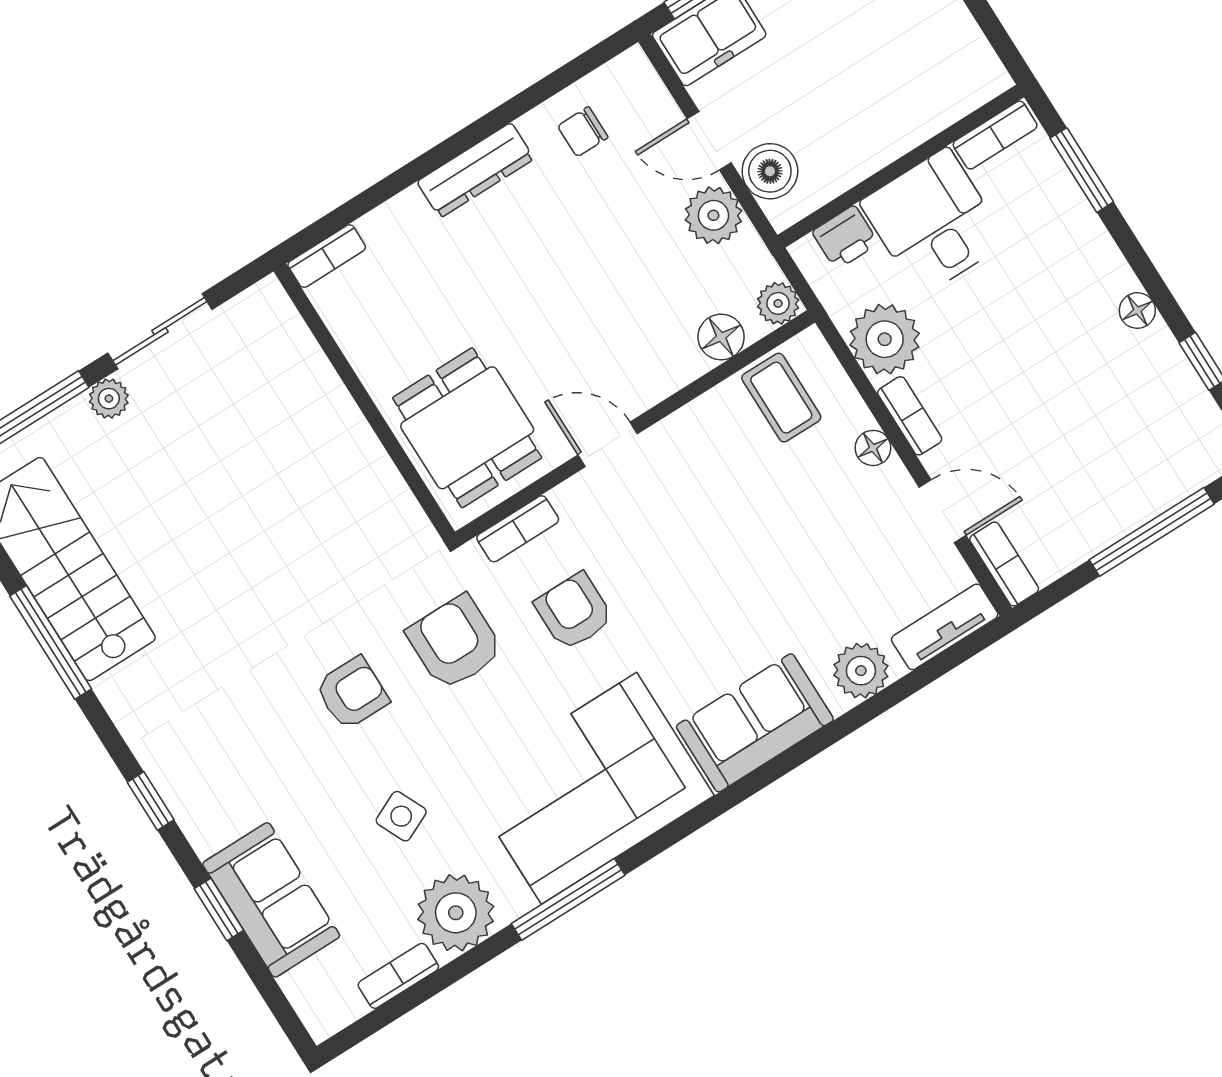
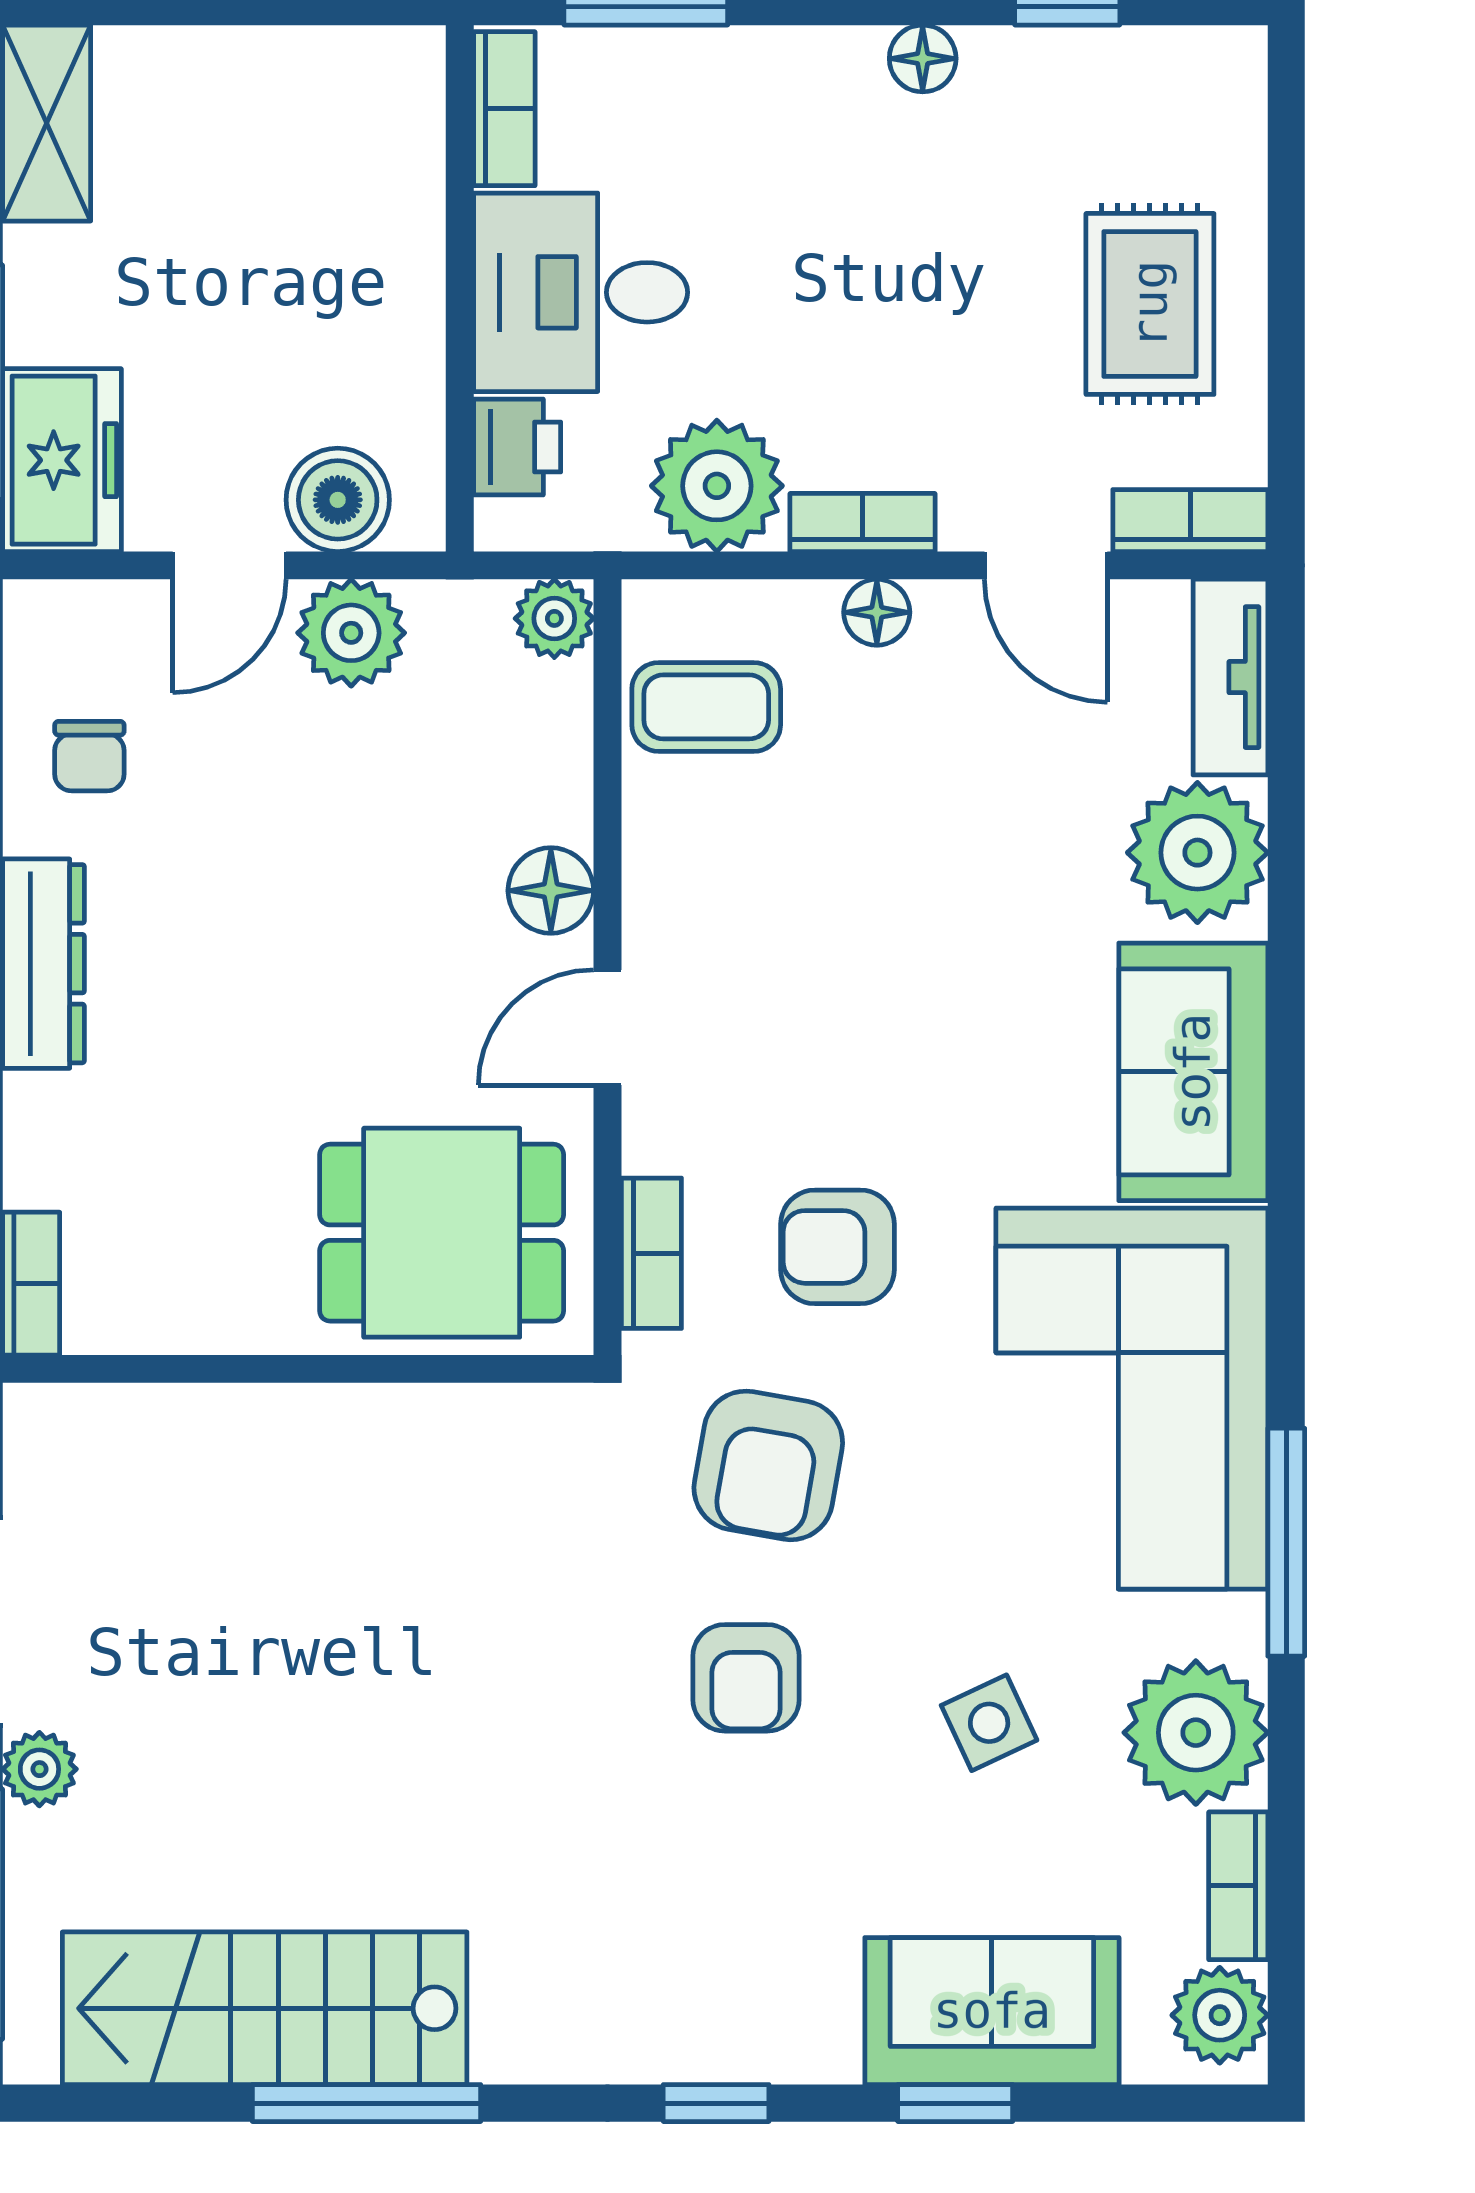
floor lamp: (721, 337) -> (551, 891), moved
rug: (1091, 484) -> (1150, 304), added
door: (943, 511) -> (1046, 565), swing flipped
window: (1152, 532) -> (1286, 256), removed
armchair: (455, 642) -> (768, 1465), turned -80
plant: (861, 671) -> (1197, 853), width x1.36, depth x1.36
armchair: (352, 693) -> (746, 1678), turned 180
plant: (334, 1004) -> (1220, 2015), added

